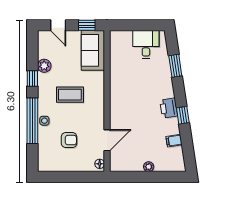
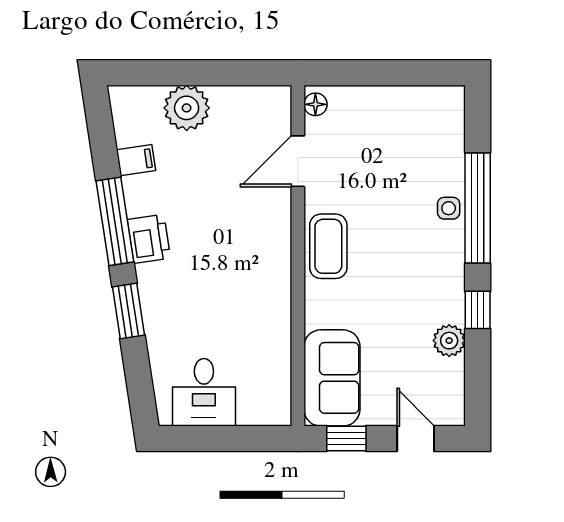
window: (175, 66) -> (128, 311), moved
coffee table: (70, 95) -> (328, 246), moved, turned 90
window: (183, 115) -> (115, 221), width x2.17
armchair: (69, 140) -> (389, 162), removed
plant: (149, 167) -> (187, 108), width x1.88, depth x1.88

